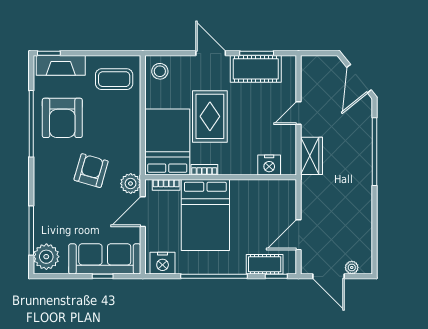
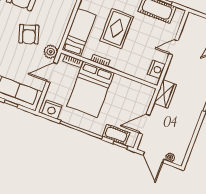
bed: (167, 142) -> (79, 32), width x0.67
wardrobe: (312, 156) -> (165, 94), moved
nightstand: (269, 165) -> (156, 69), moved, turned -90
armchair: (91, 171) -> (29, 34), turned 146

